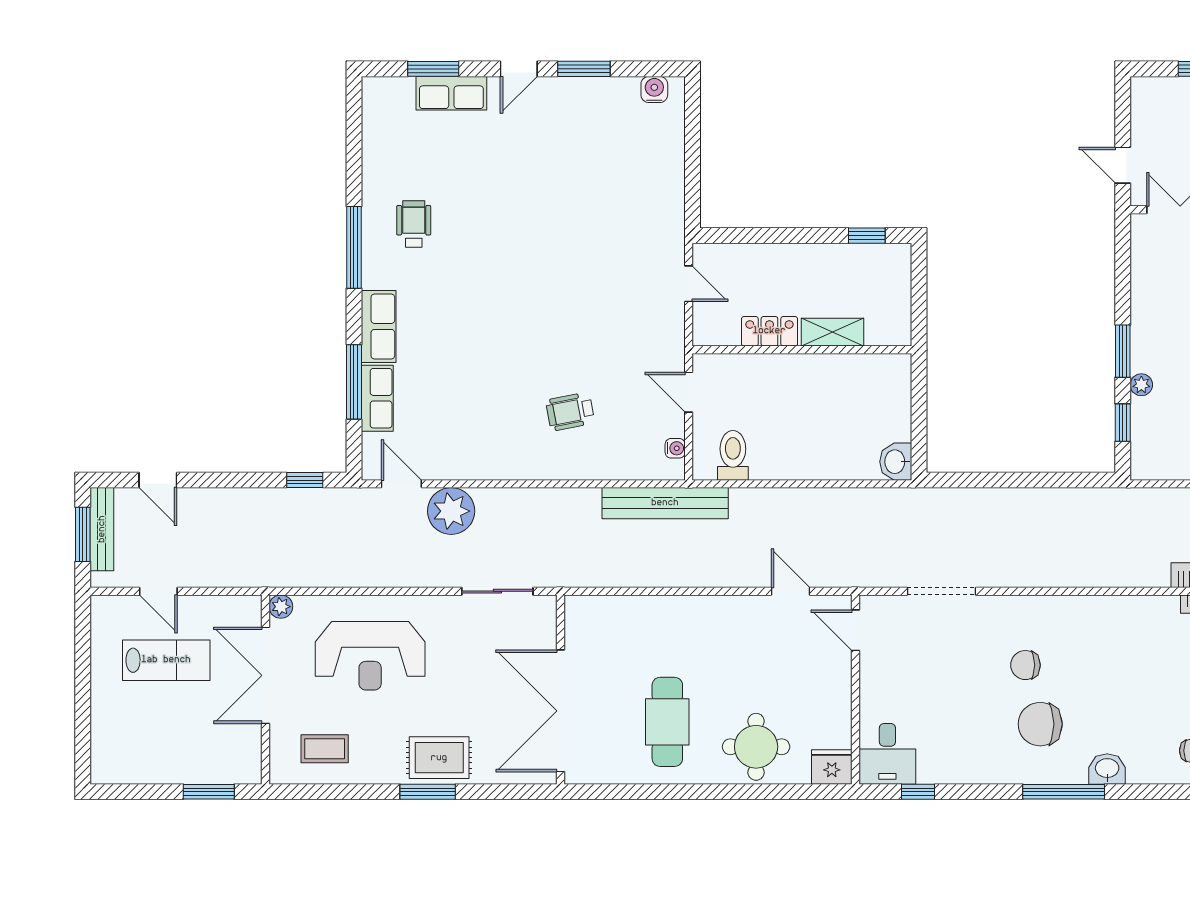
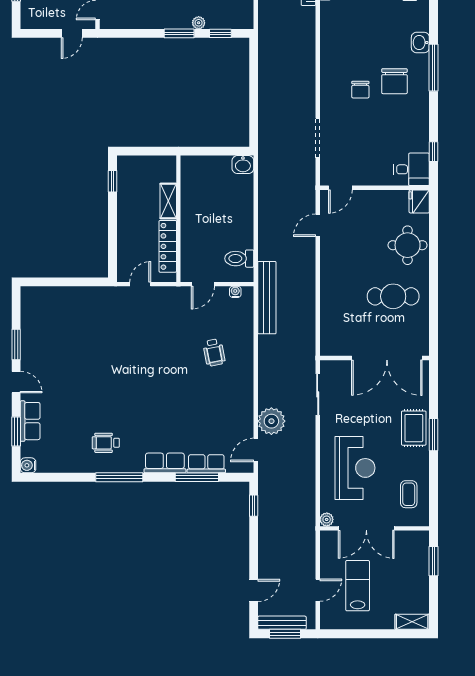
water cooler: (654, 89) -> (28, 465), moved
locker: (769, 331) -> (168, 246), width x1.53
shelving: (104, 755) -> (412, 622), added

